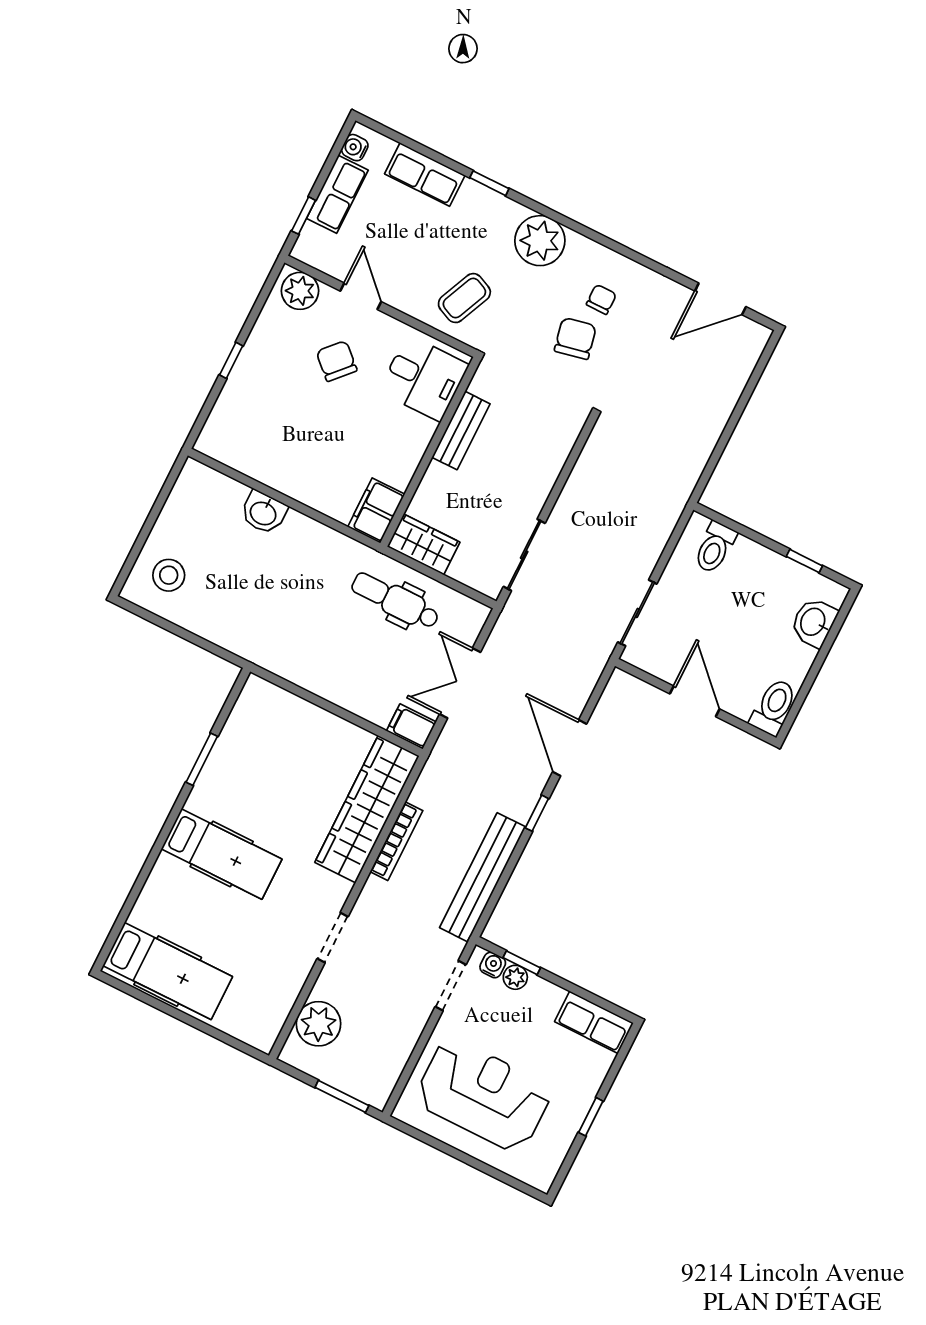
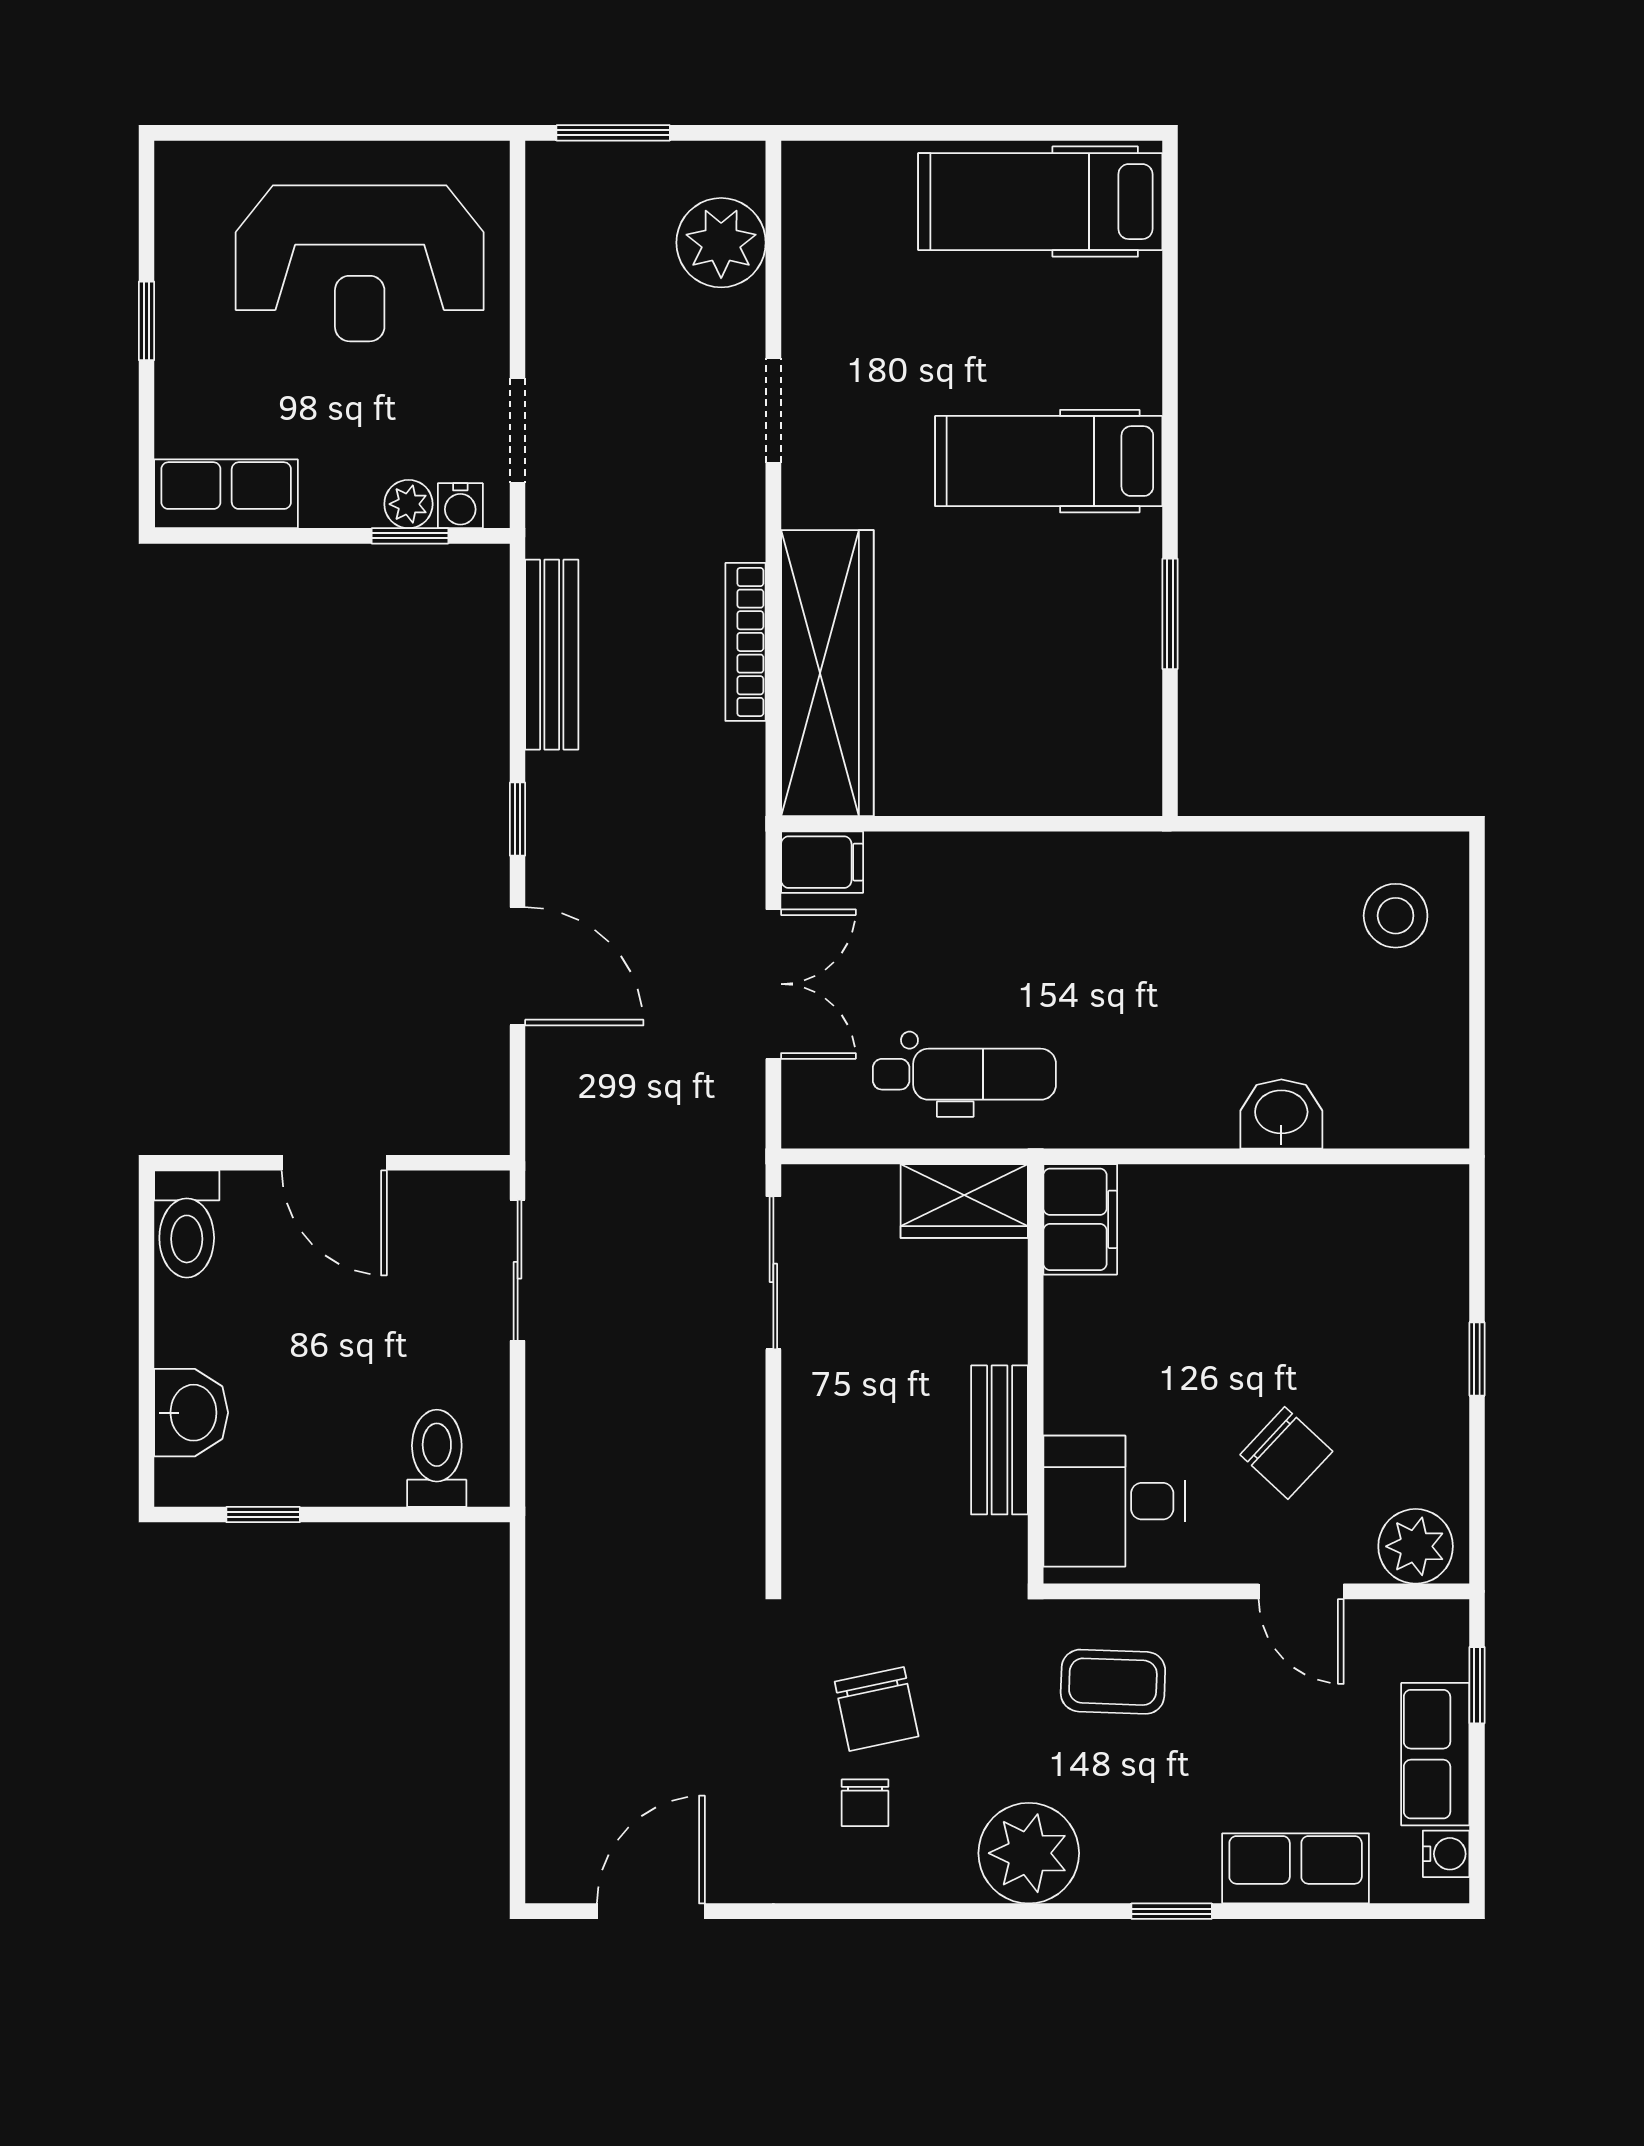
coffee table: (464, 298) -> (1113, 1682), turned 68
bench: (483, 877) -> (552, 655), width x0.73, depth x0.82

